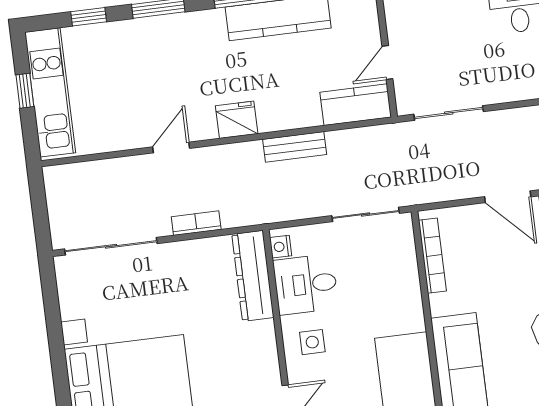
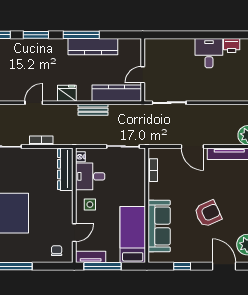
kitchen counter: (356, 105) -> (117, 93), width x1.50
bookcase: (432, 256) -> (153, 170), width x0.64

